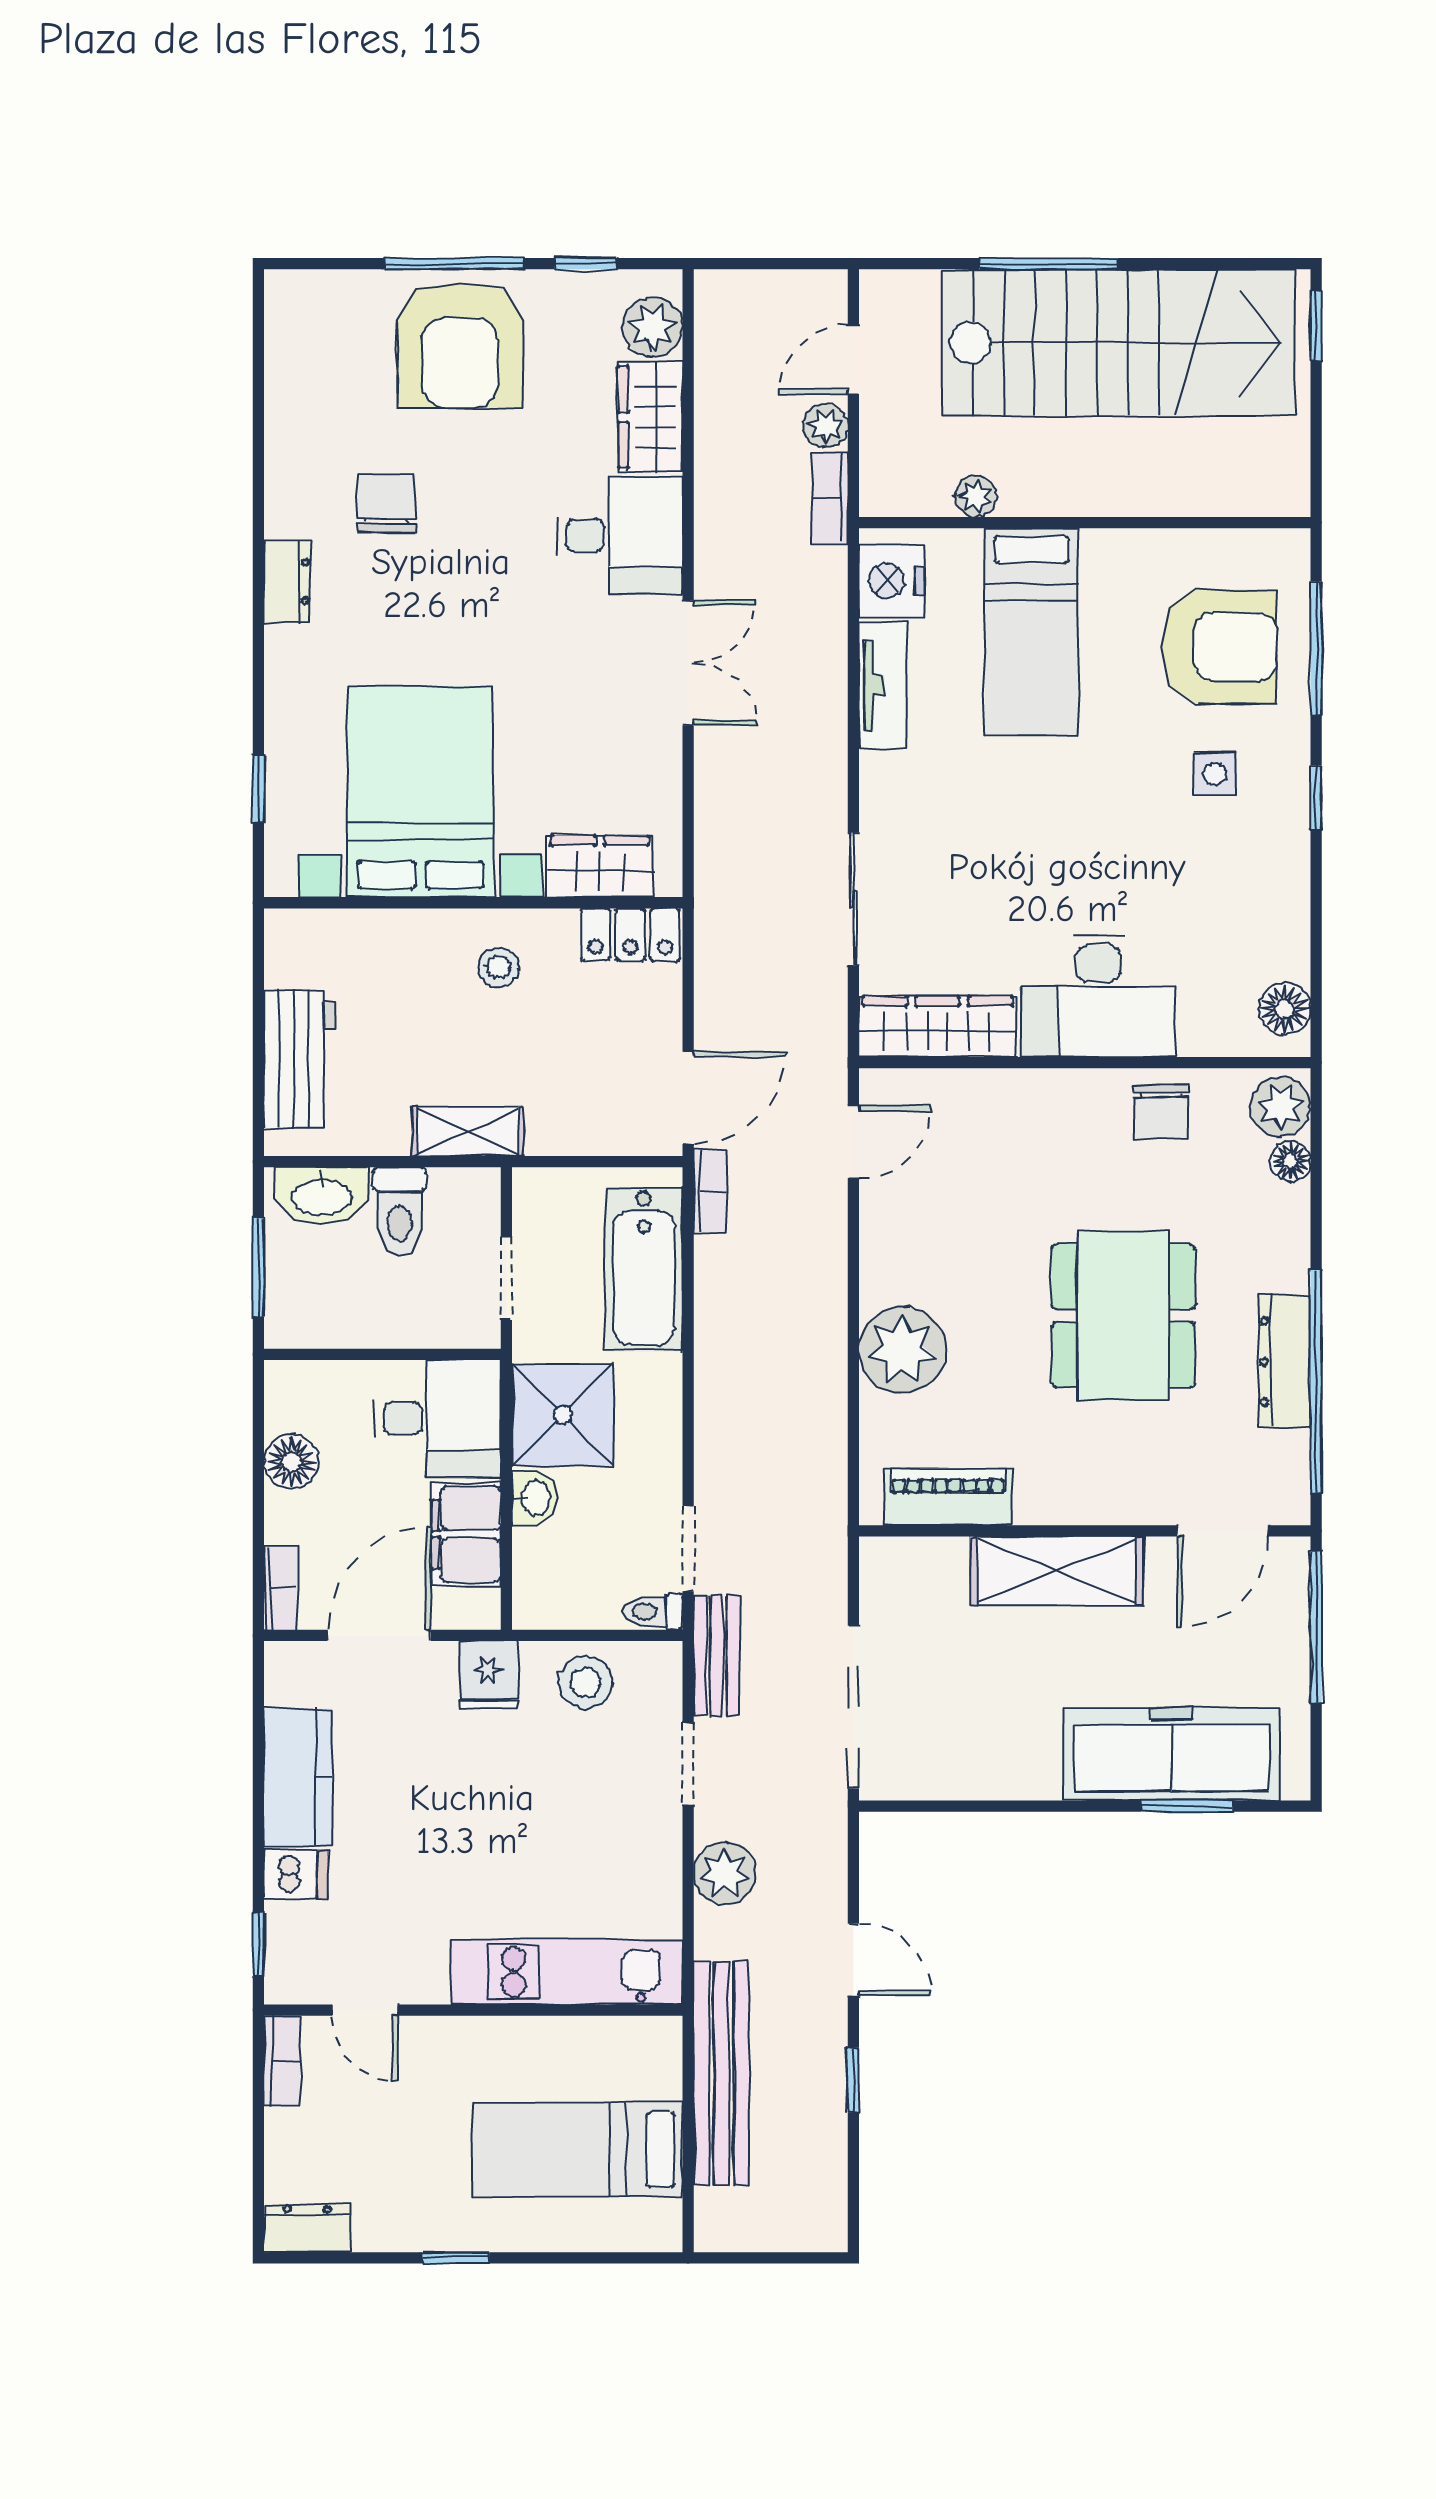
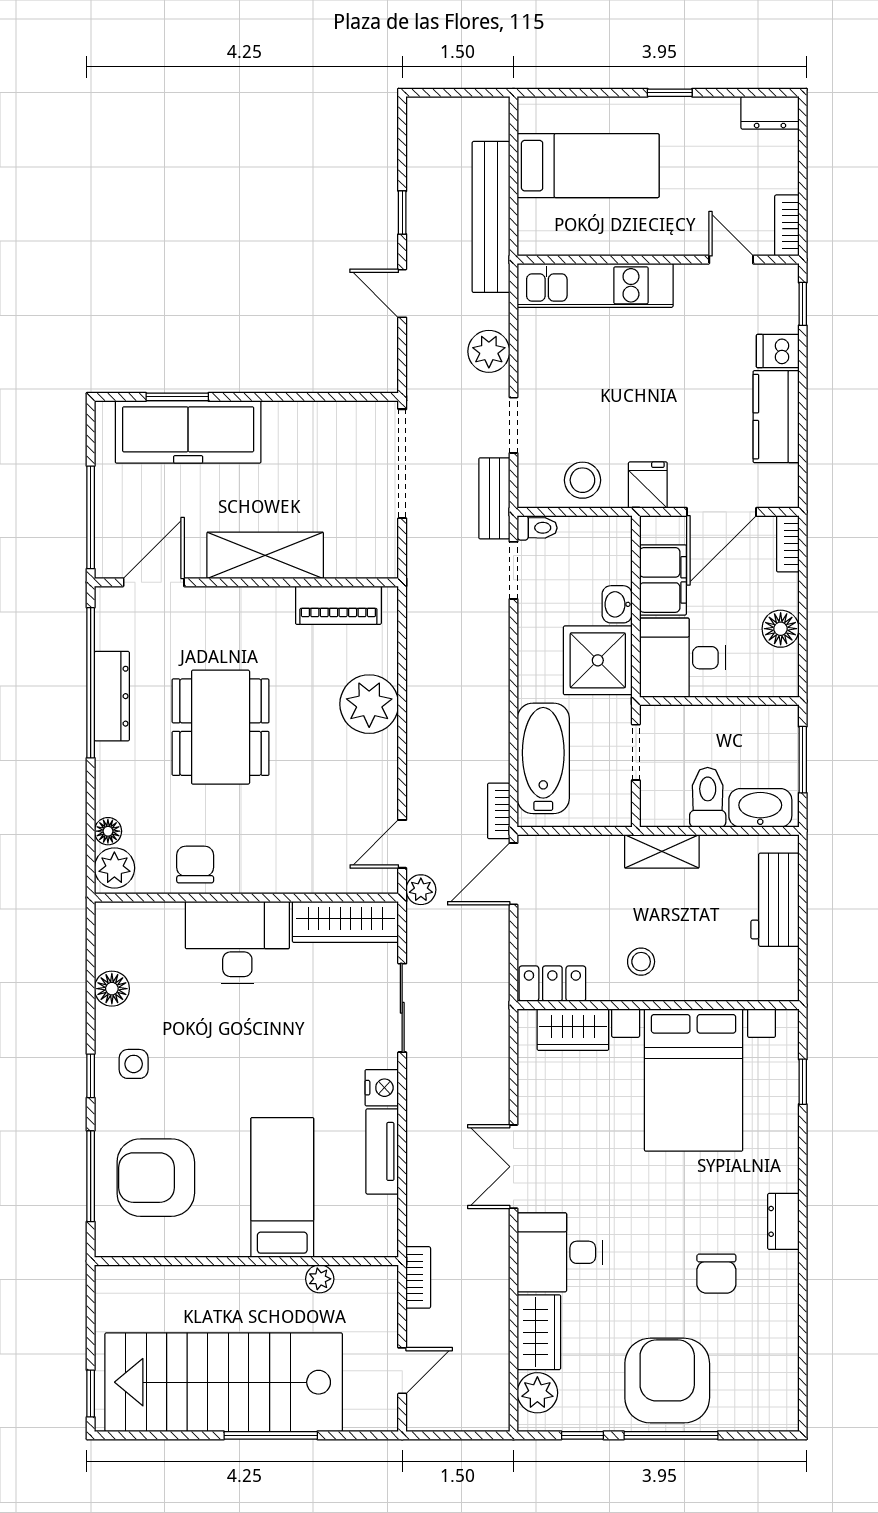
plant: (826, 426) -> (421, 890), moved
nightstand: (892, 581) -> (382, 1088), moved, width x0.74, depth x0.75
side table: (1215, 774) -> (134, 1064), moved
floor lamp: (1285, 1009) -> (112, 989), moved

